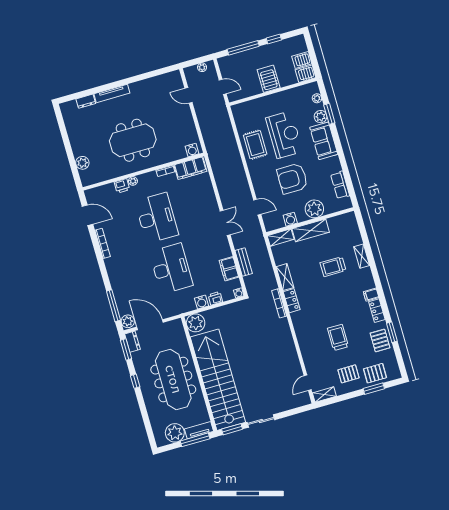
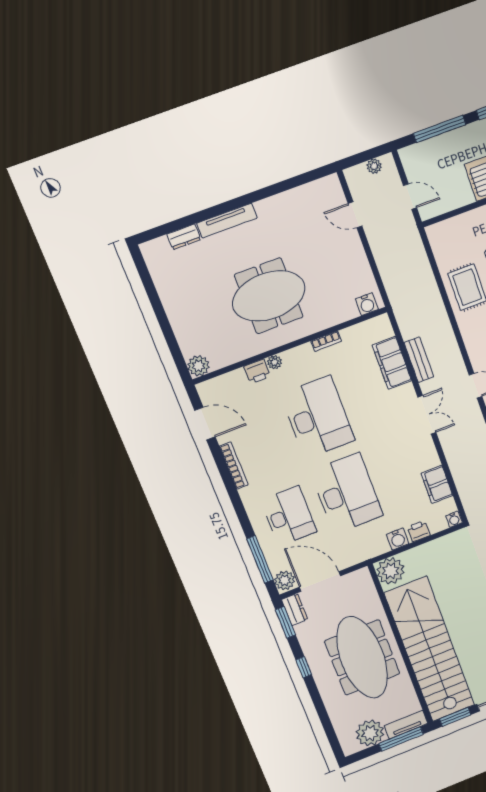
plant: (82, 163) -> (198, 366), moved
filing cabinet: (190, 168) -> (392, 363), moved, turned 90
bench: (244, 262) -> (419, 360), moved
desk: (134, 279) -> (289, 516), added

